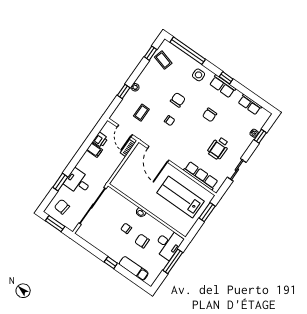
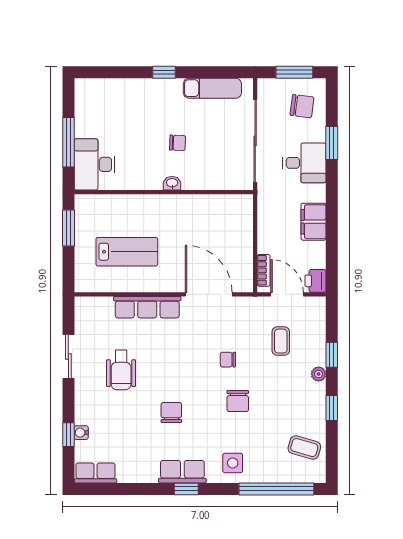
window: (151, 53) -> (332, 408), moved
row of seats: (250, 105) -> (95, 473), moved
printer: (100, 140) -> (315, 281), moved
wheelchair: (218, 148) -> (121, 370), turned 180
filing cabinet: (94, 150) -> (313, 222), width x2.00
row of seats: (201, 176) -> (147, 307), moved
lab bench: (180, 197) -> (127, 252), width x0.73, depth x0.72
window: (207, 212) -> (68, 228), moved
chair: (142, 241) -> (139, 140), removed
exam couch: (134, 268) -> (212, 88), moved

